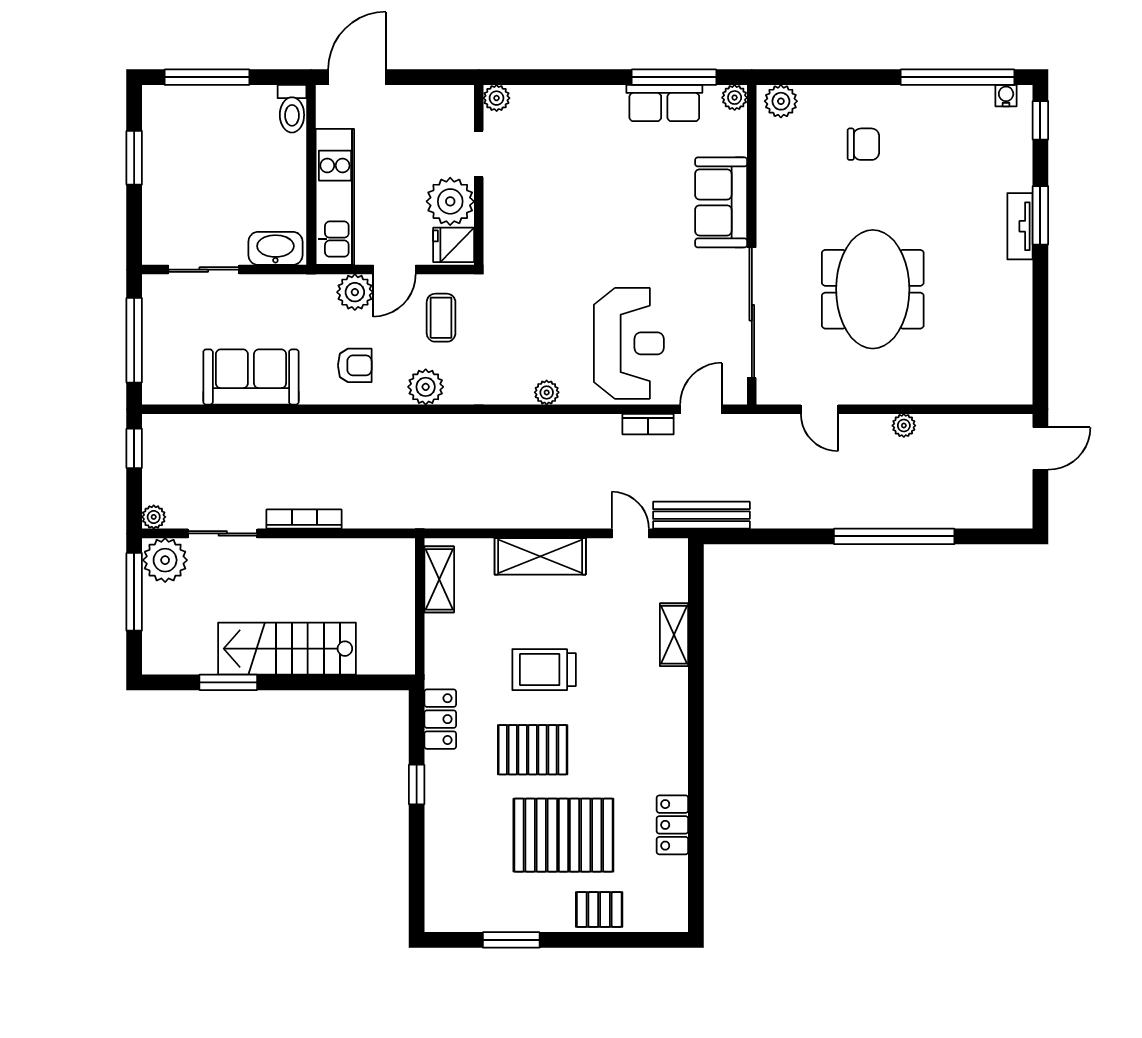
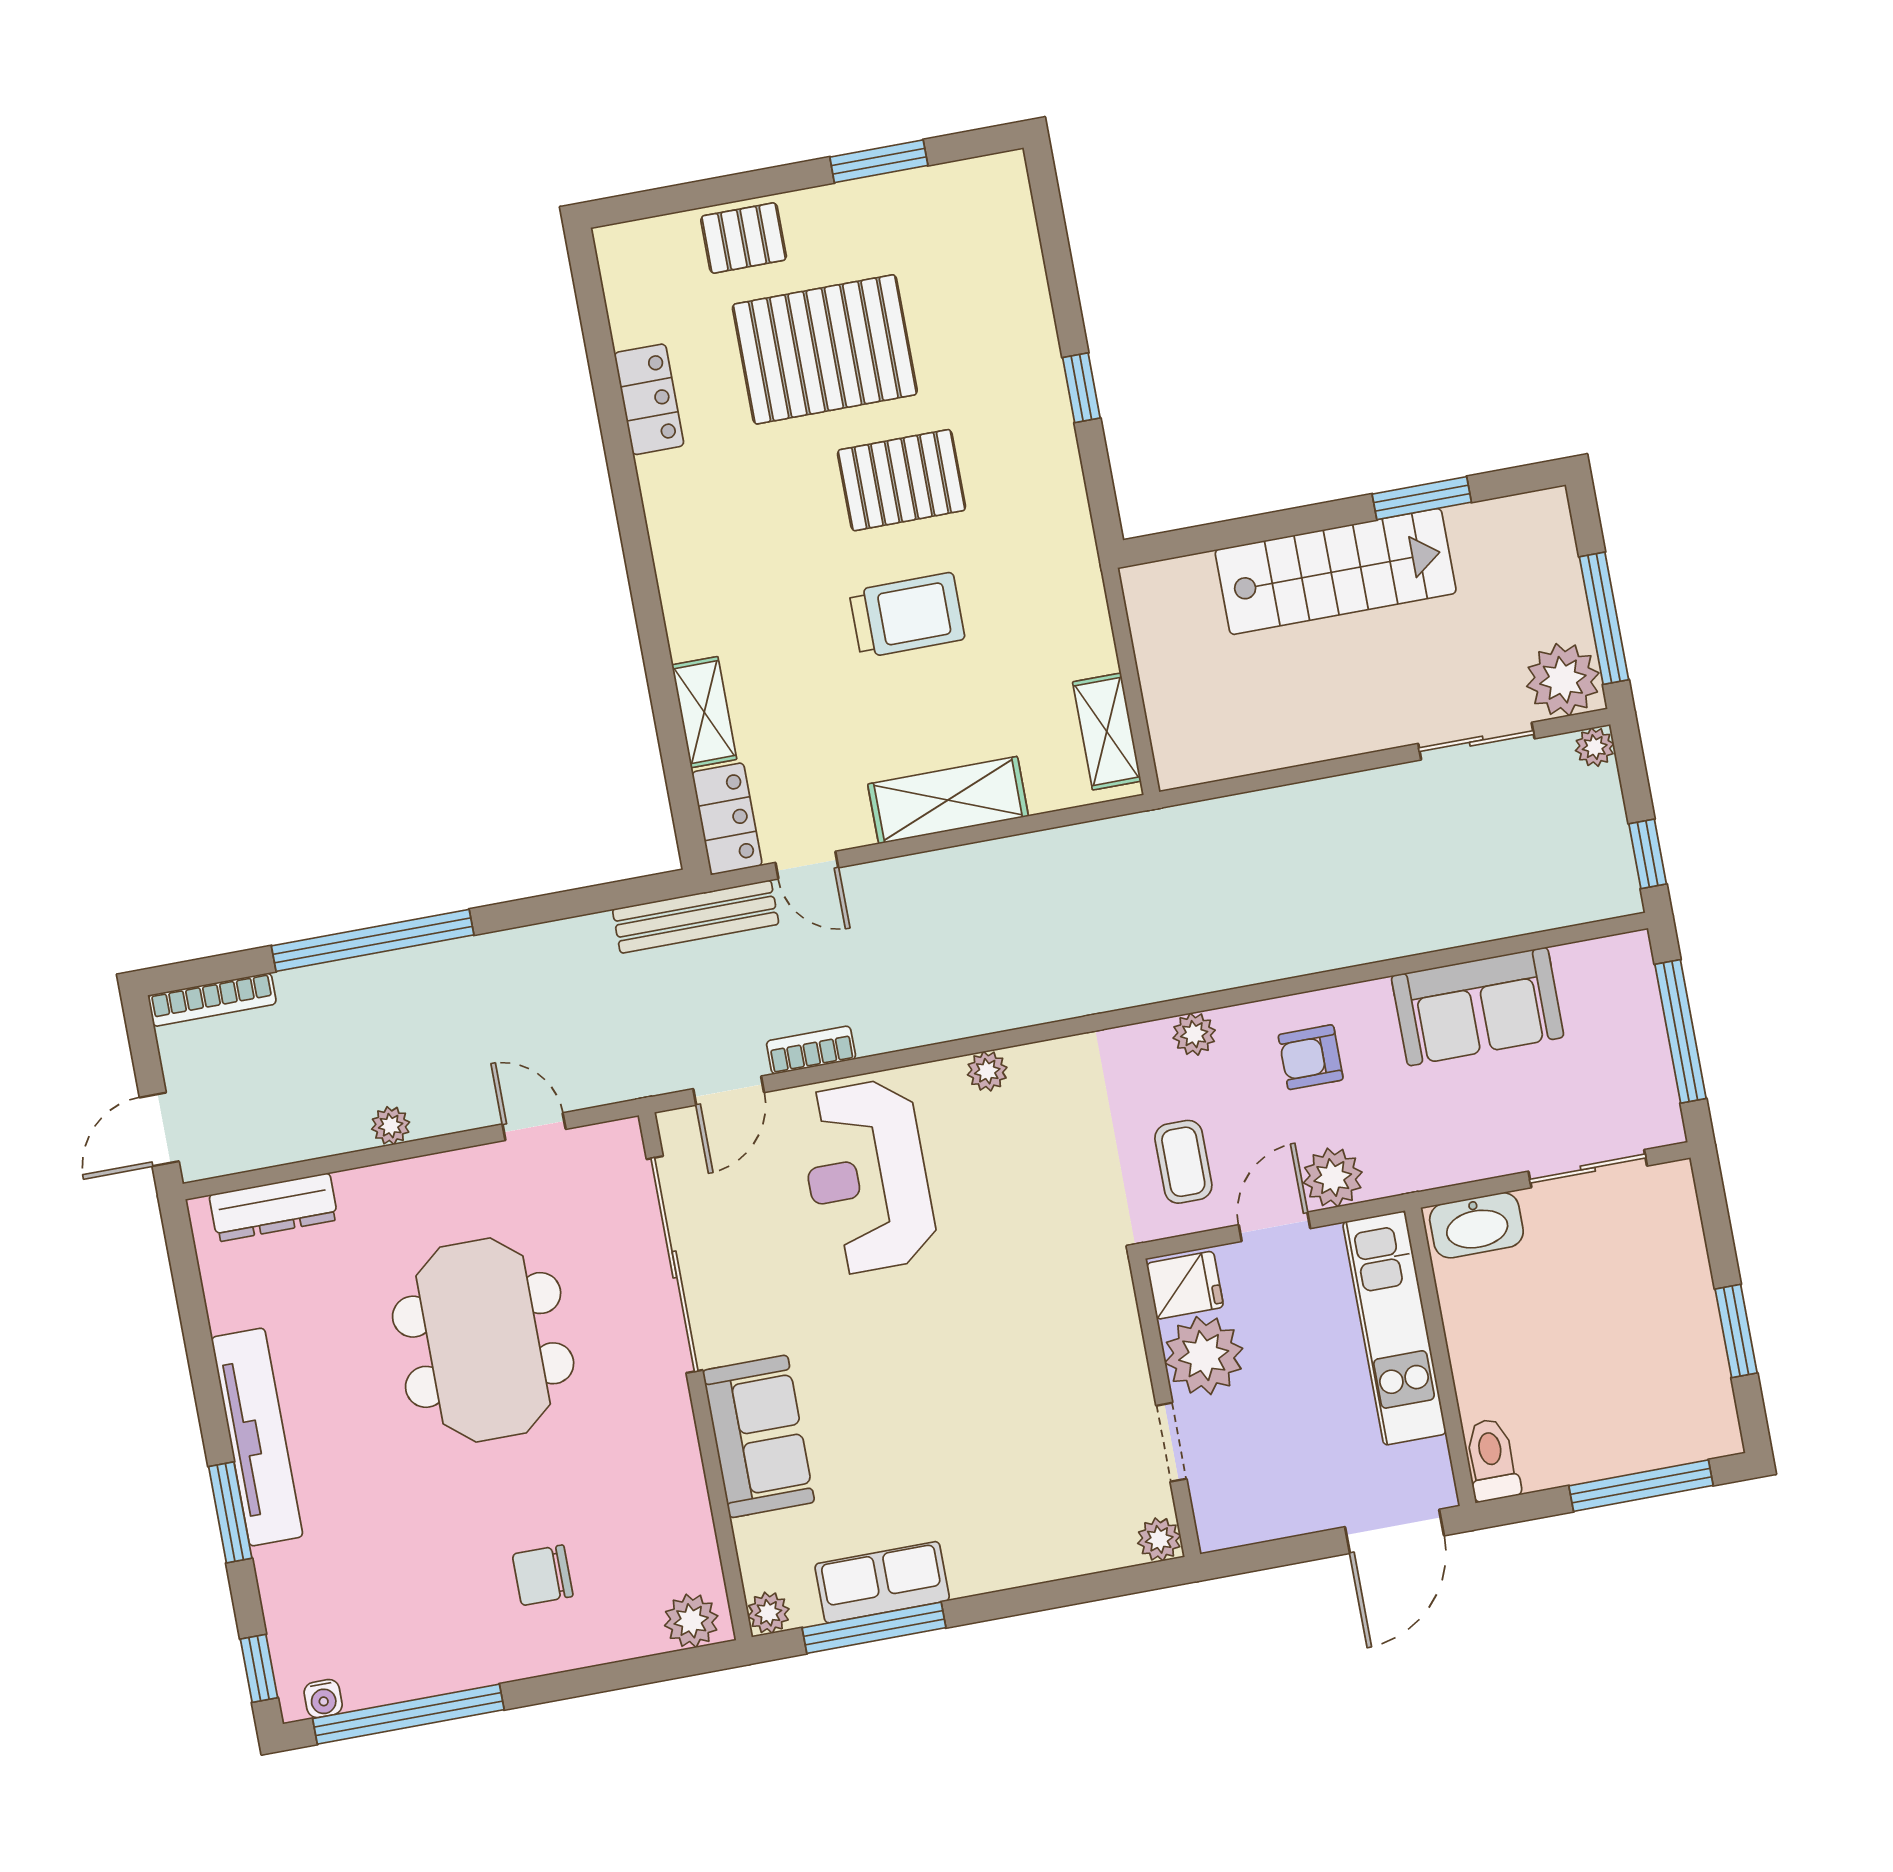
tv unit: (1020, 226) -> (257, 1437), width x1.92, depth x1.29
plant: (426, 387) -> (1194, 1034), width x0.73, depth x0.73
dresser: (982, 390) -> (274, 1207), added
bookcase: (304, 519) -> (212, 1000), moved
locker: (440, 719) -> (727, 819), moved, turned 180

